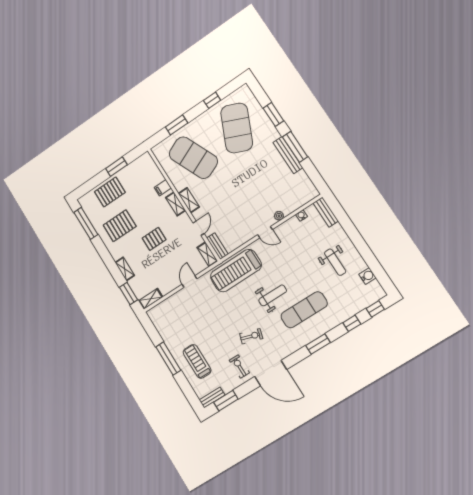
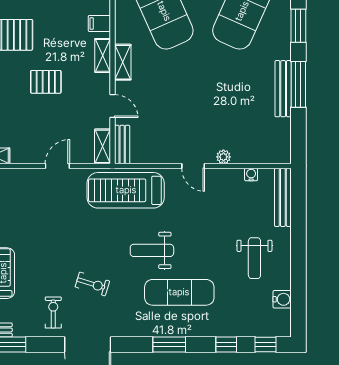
bench: (326, 212) -> (283, 197), width x1.36
door: (199, 228) -> (113, 106), hinge flipped
weight bench: (273, 295) -> (152, 250), turned 180

